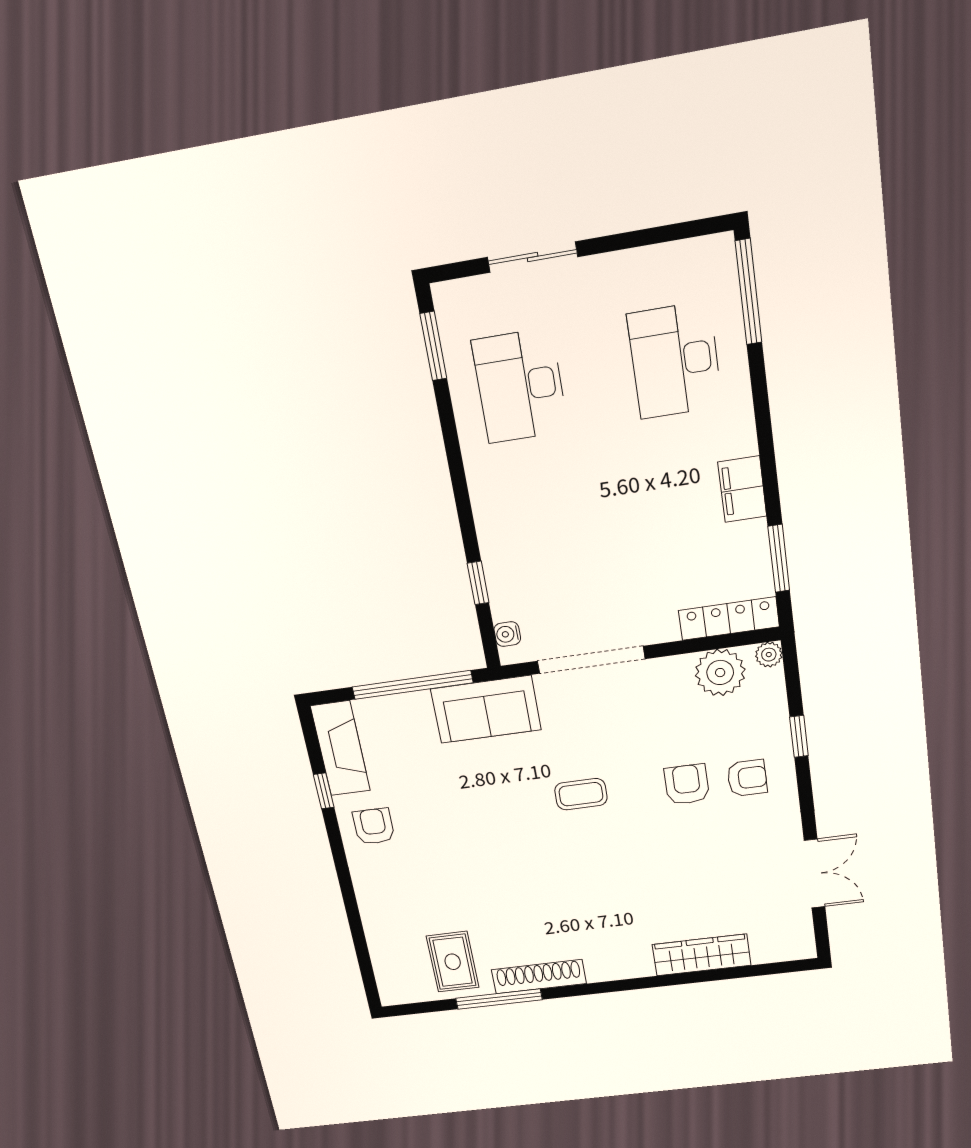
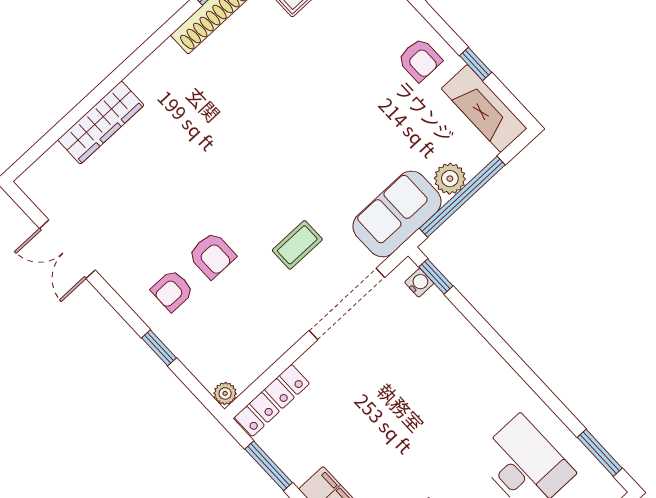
window: (478, 583) -> (436, 276), moved
plant: (720, 673) -> (450, 179), moved, width x0.73, depth x0.73
coffee table: (581, 794) -> (297, 245), moved

